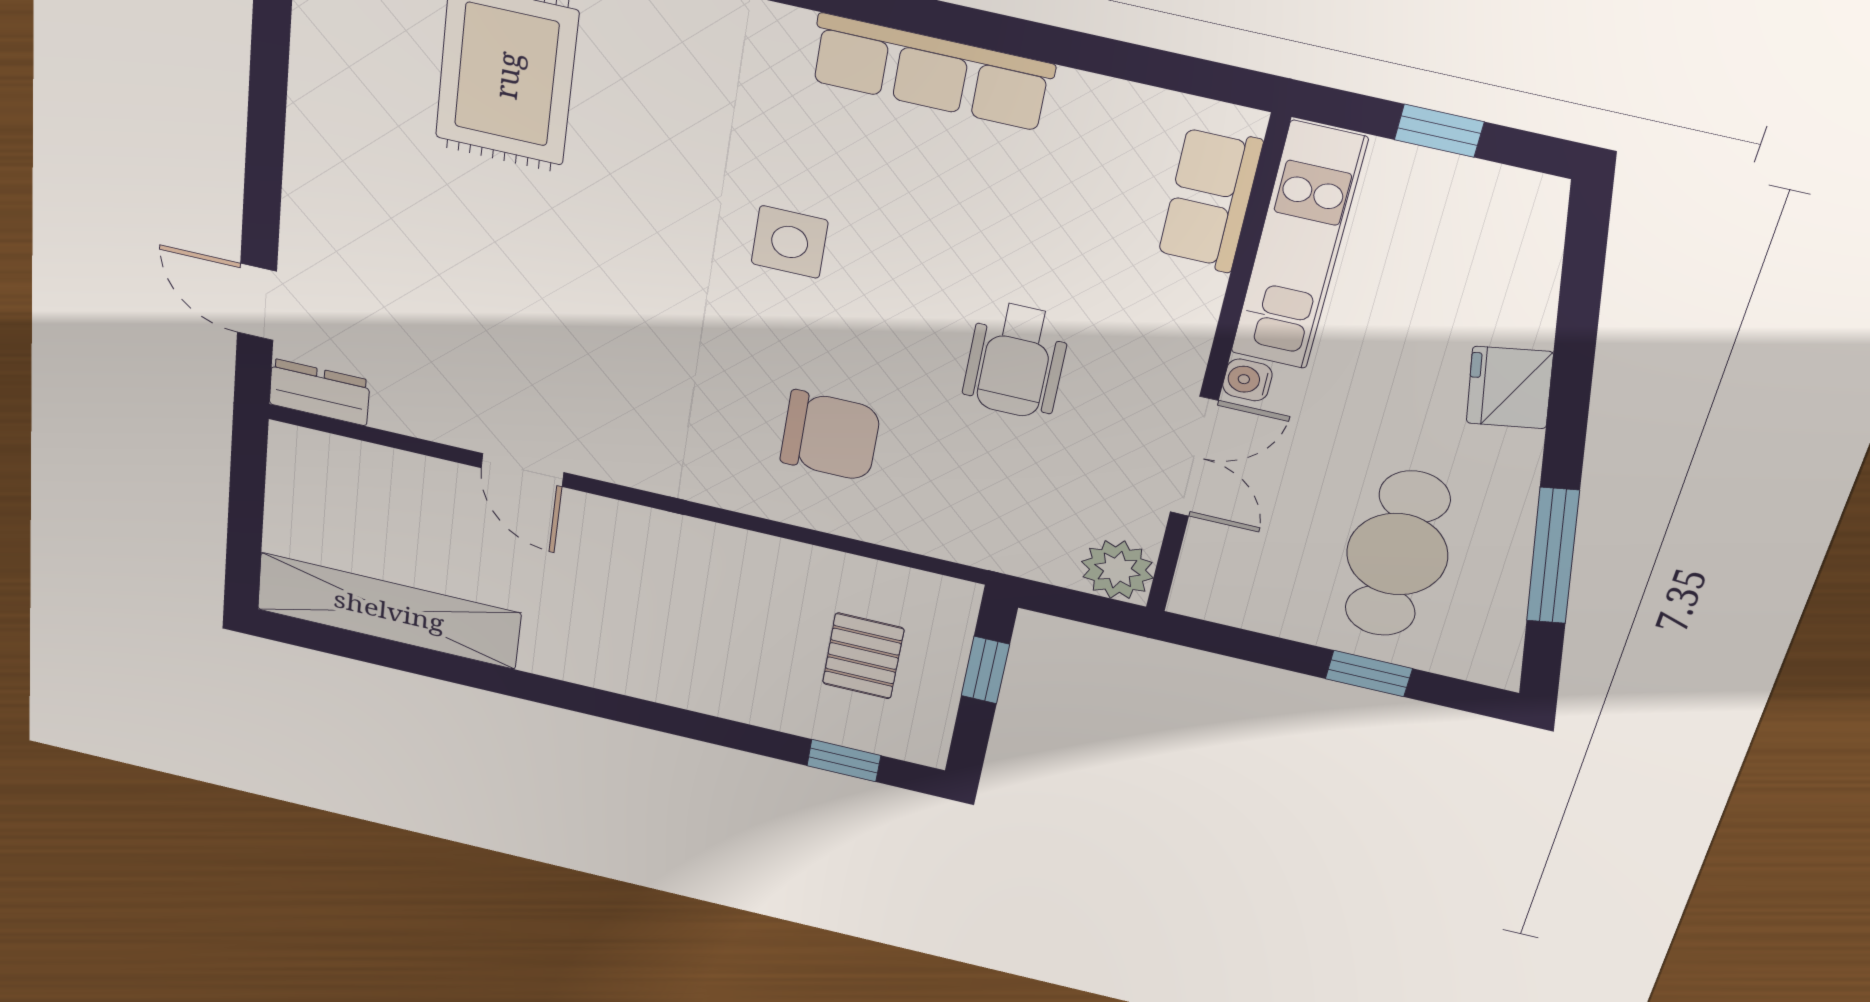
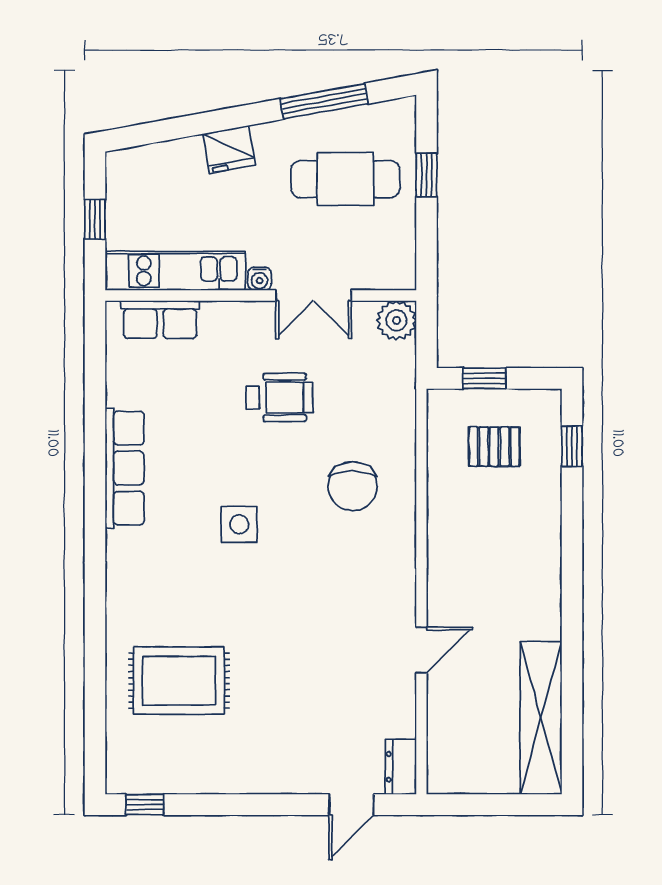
chair: (830, 436) -> (353, 486), turned 180
double door: (1194, 457) -> (314, 296), swing flipped

